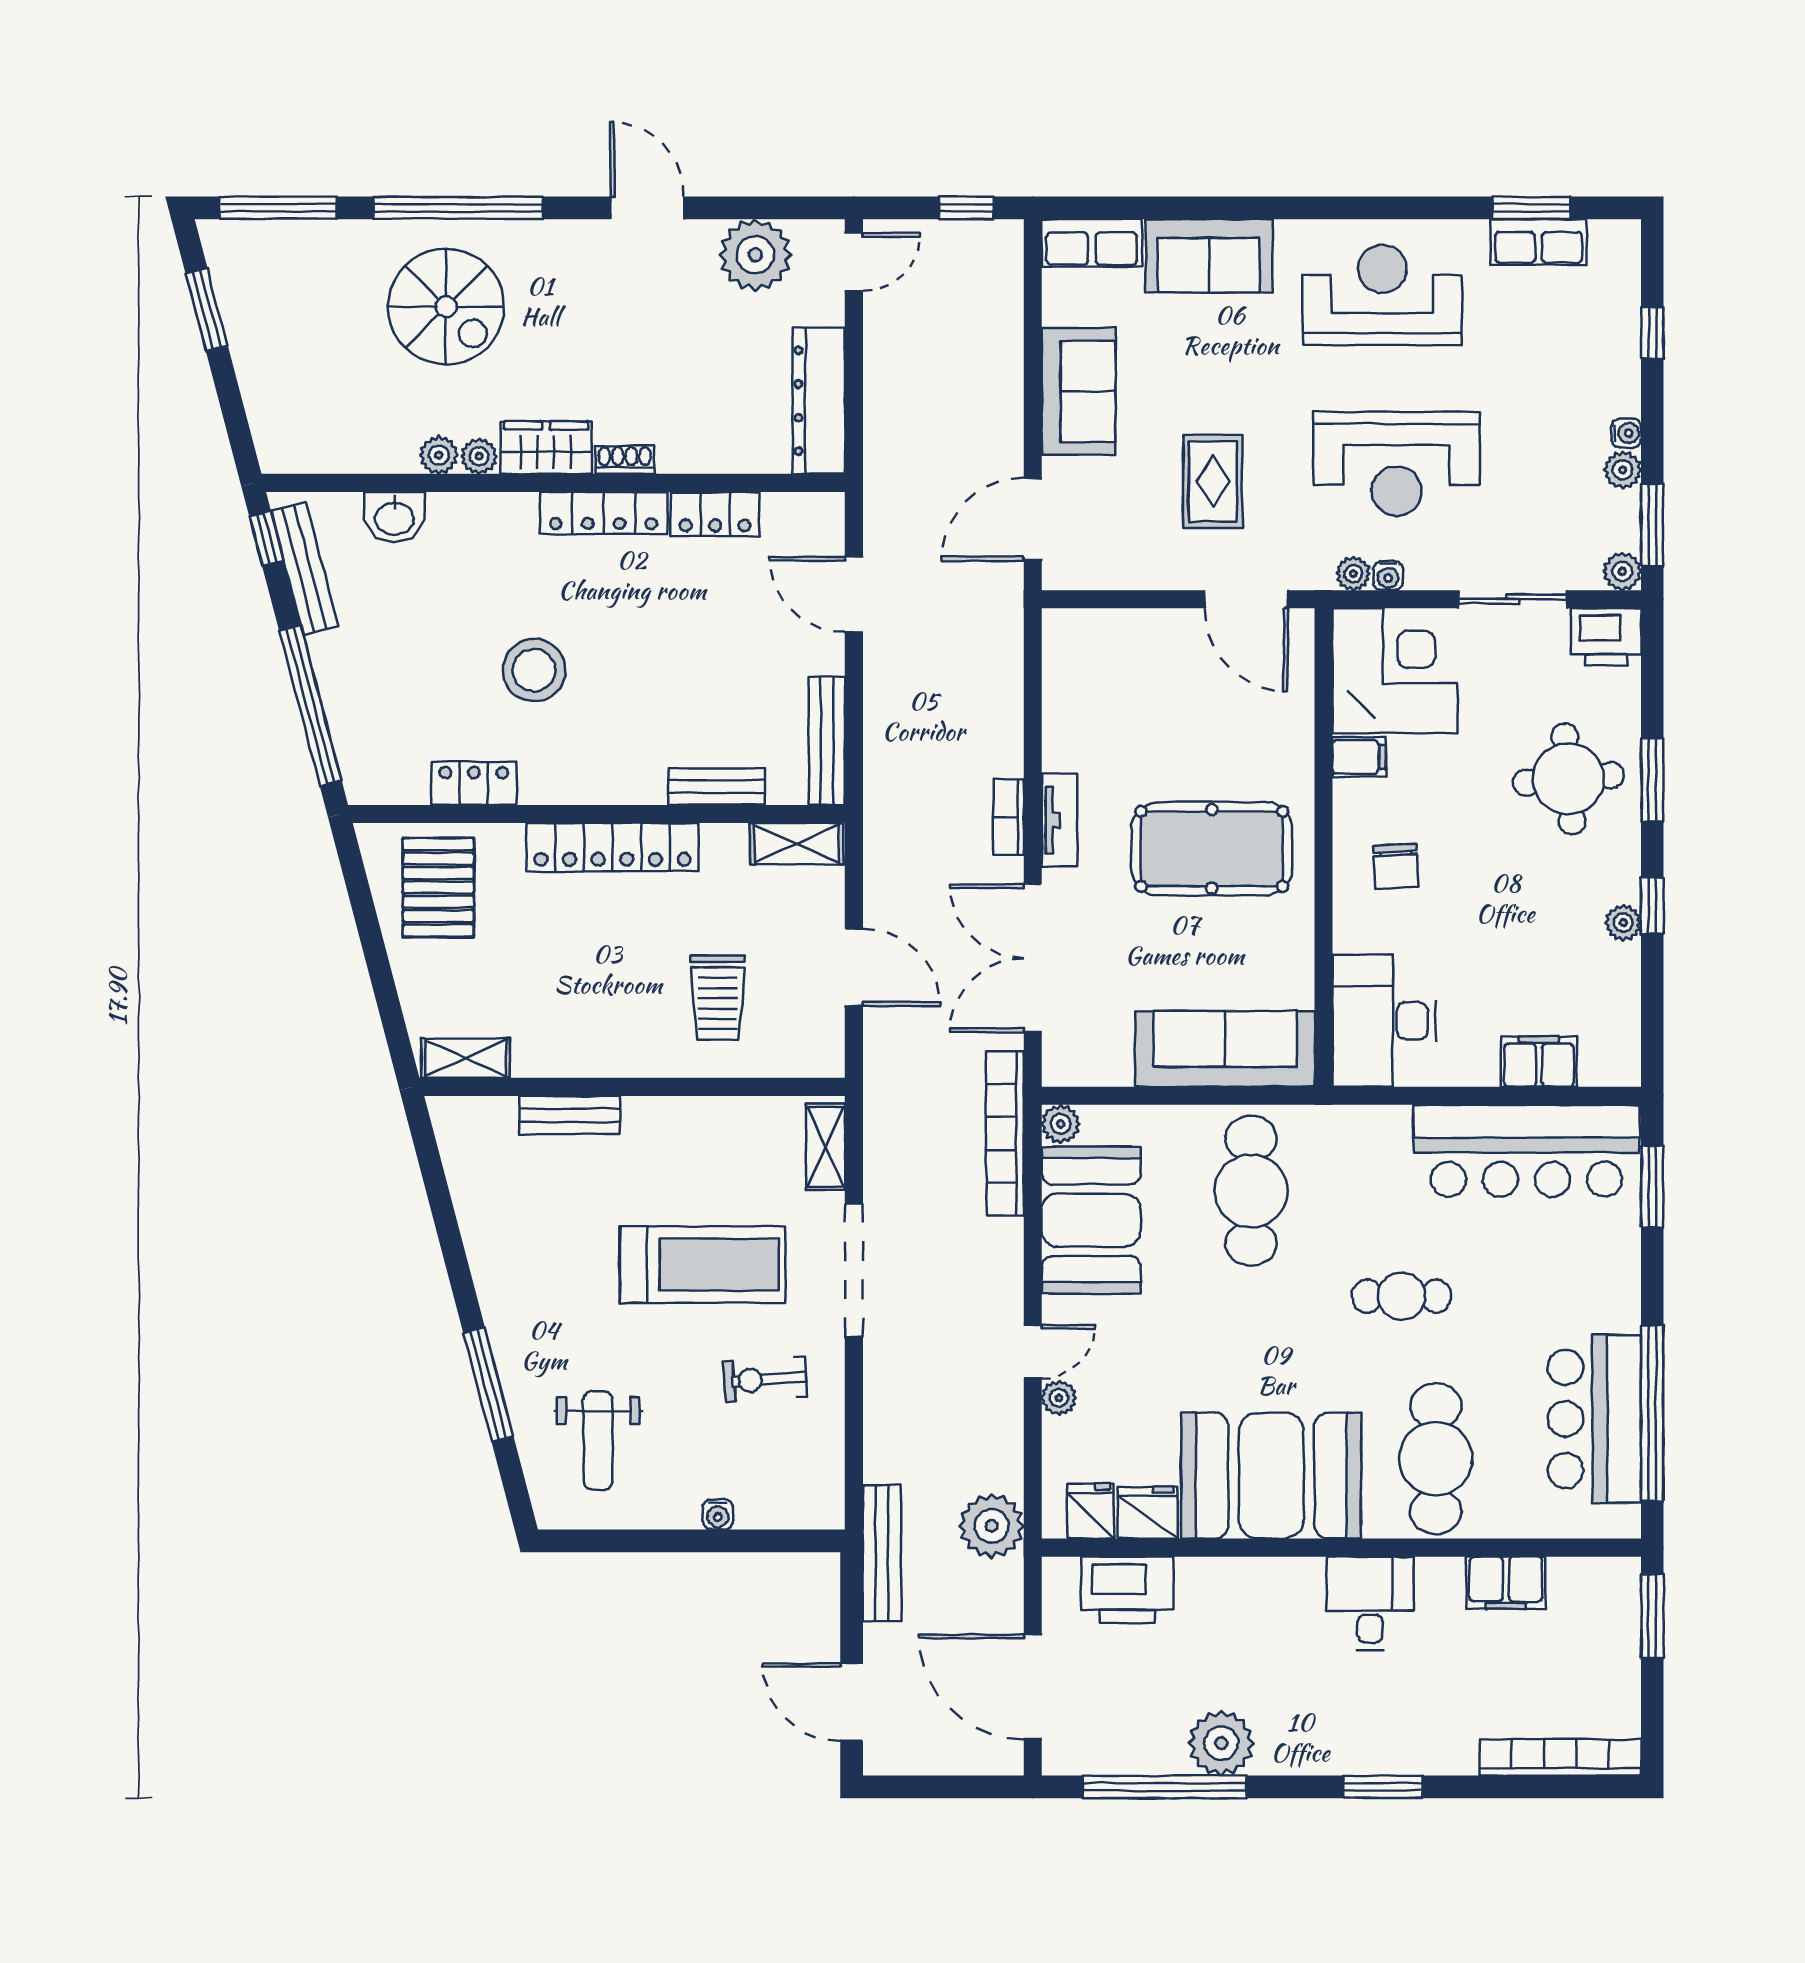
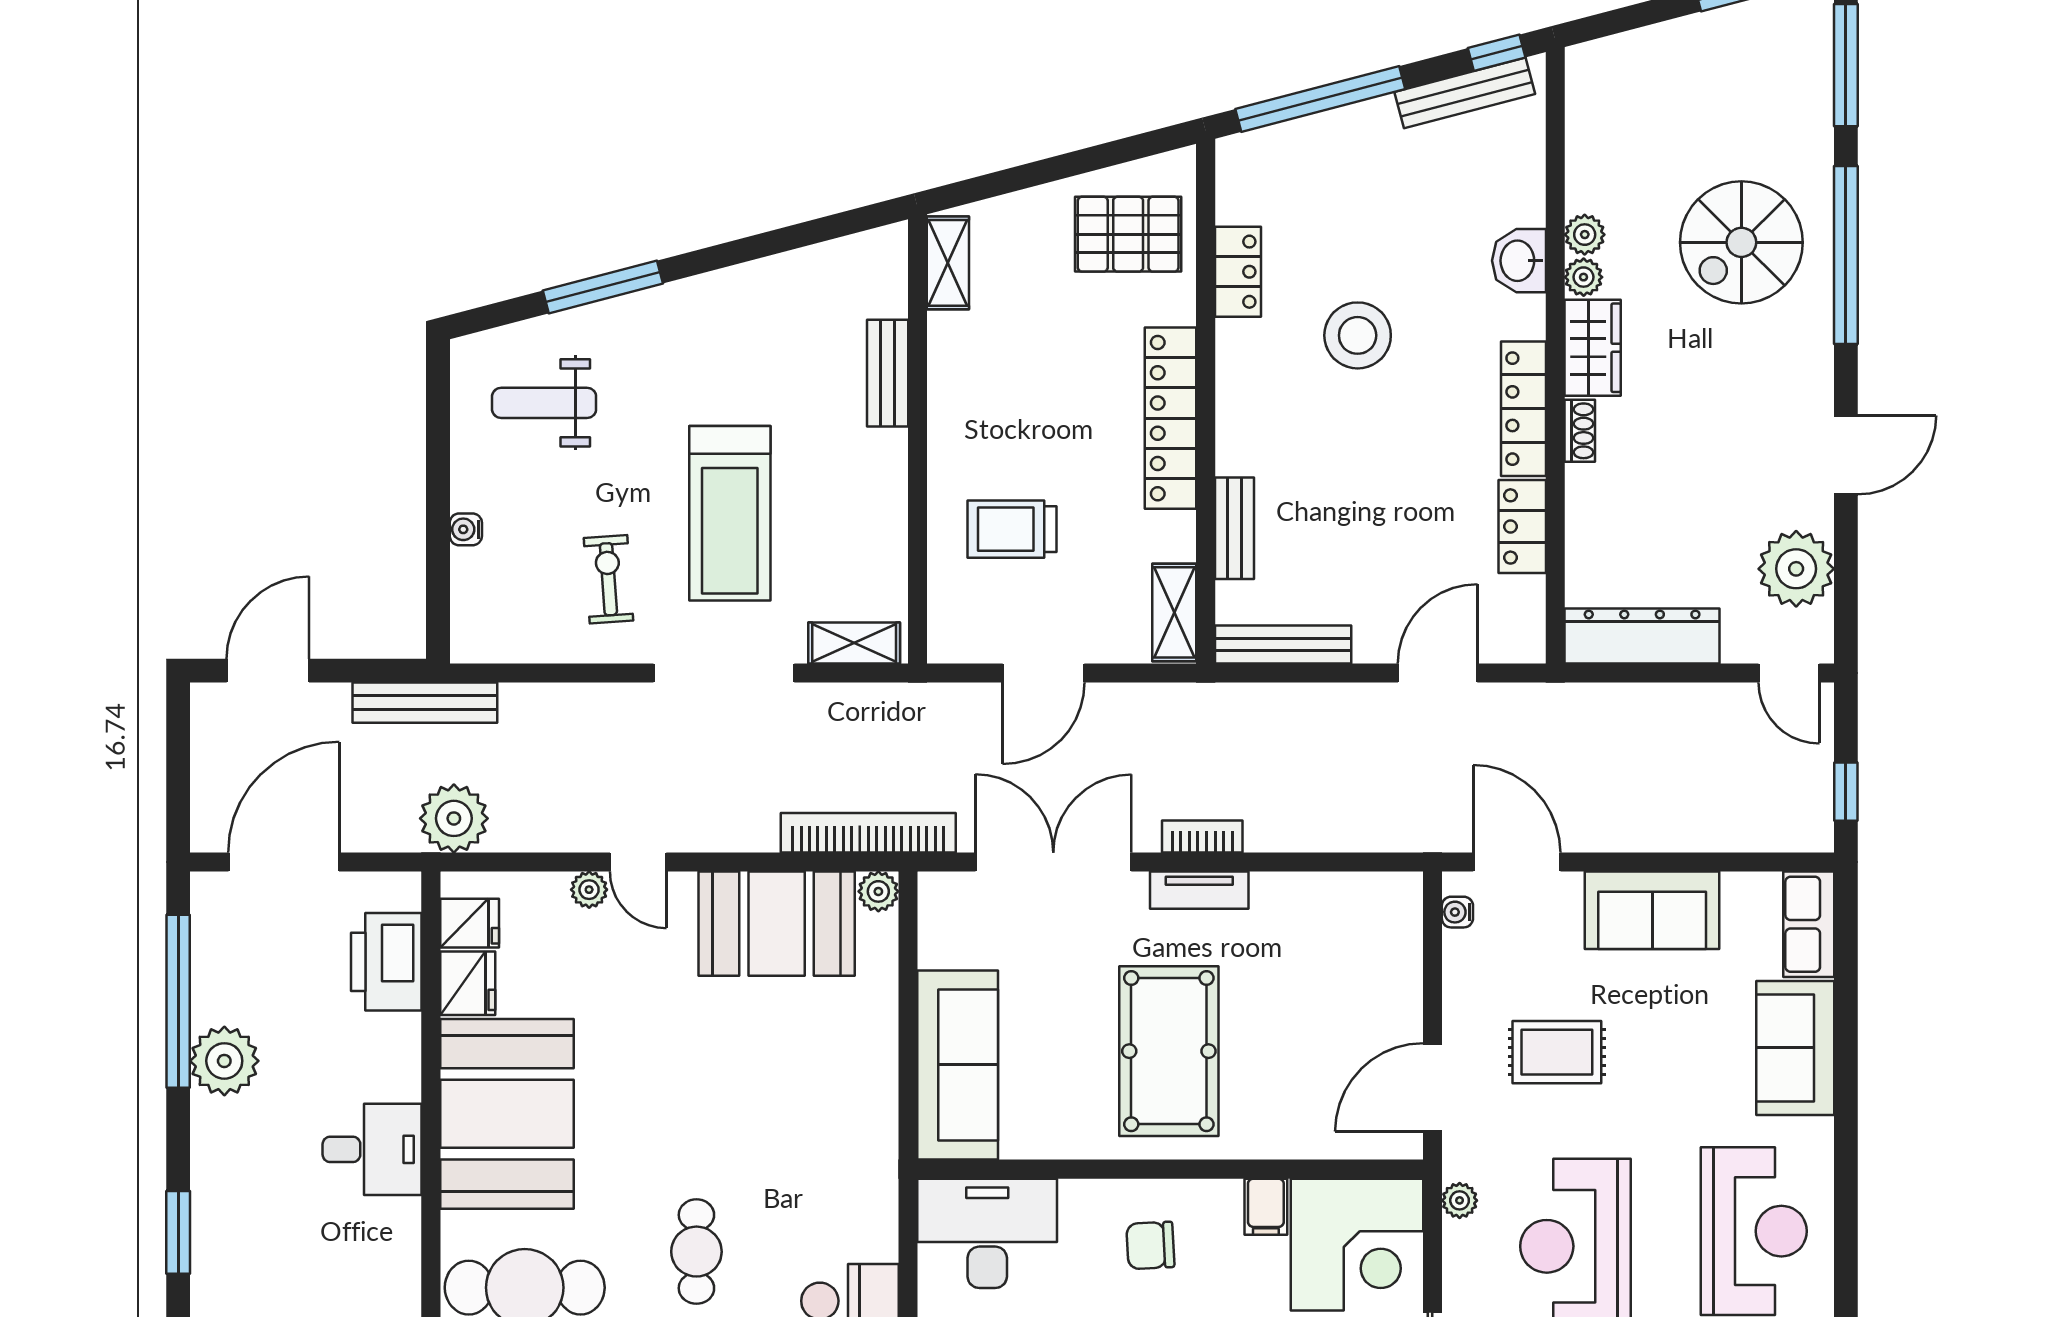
washbasin: (394, 517) -> (1519, 261), moved
water cooler: (1388, 576) -> (1457, 912), moved
cafe table: (1251, 1191) -> (808, 1093), removed
desk: (1370, 1603) -> (372, 1149), moved

